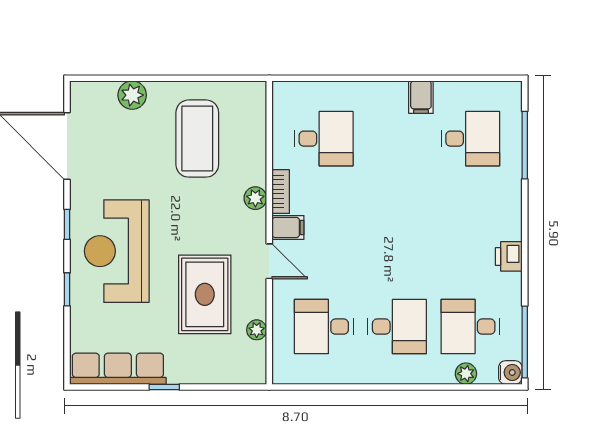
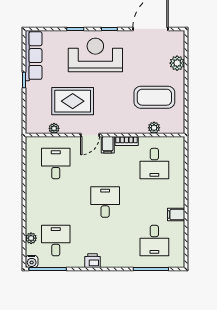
plant: (255, 198) -> (154, 128), moved
desk: (397, 327) -> (105, 202), moved, turned 180

